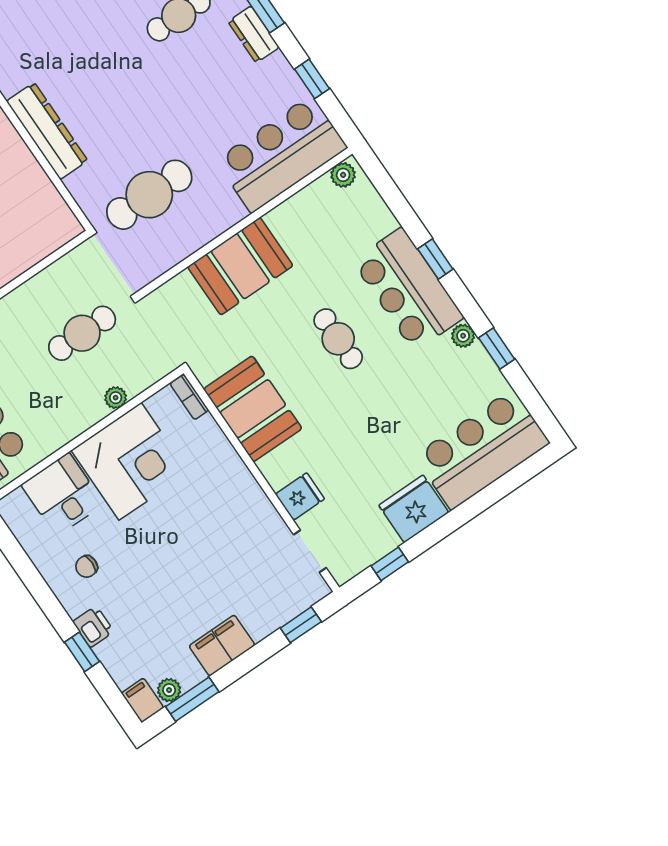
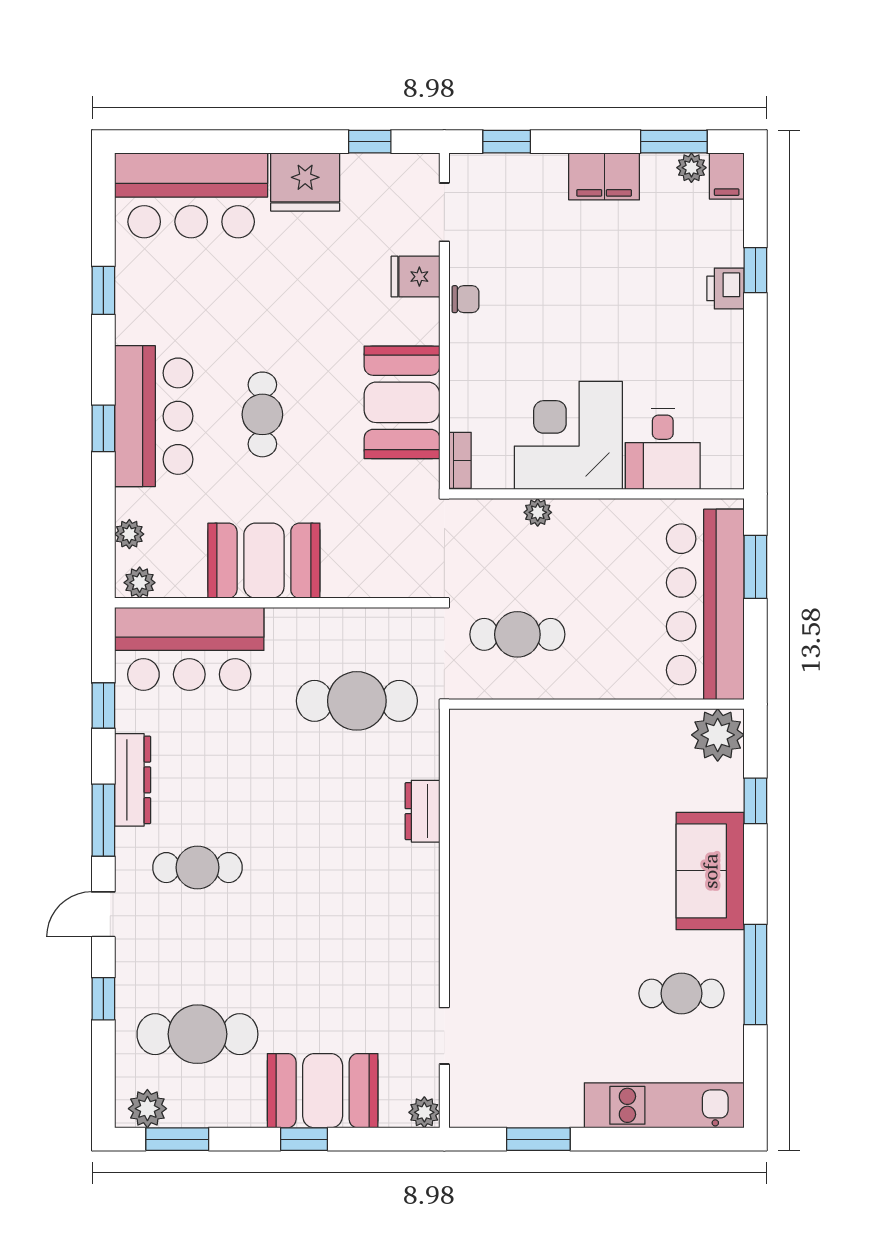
dresser: (254, 34) -> (133, 780), width x1.44
dresser: (47, 131) -> (422, 811), width x0.51, depth x0.80
booth: (240, 266) -> (264, 561), moved
cafe table: (82, 333) -> (517, 634), moved
plant: (463, 336) -> (129, 534), moved
chair: (87, 567) -> (465, 299), moved

